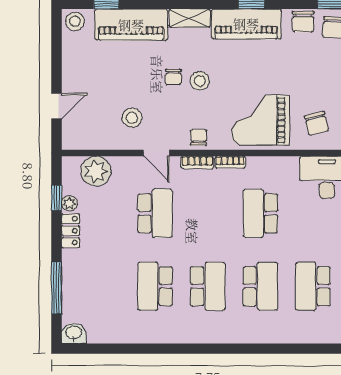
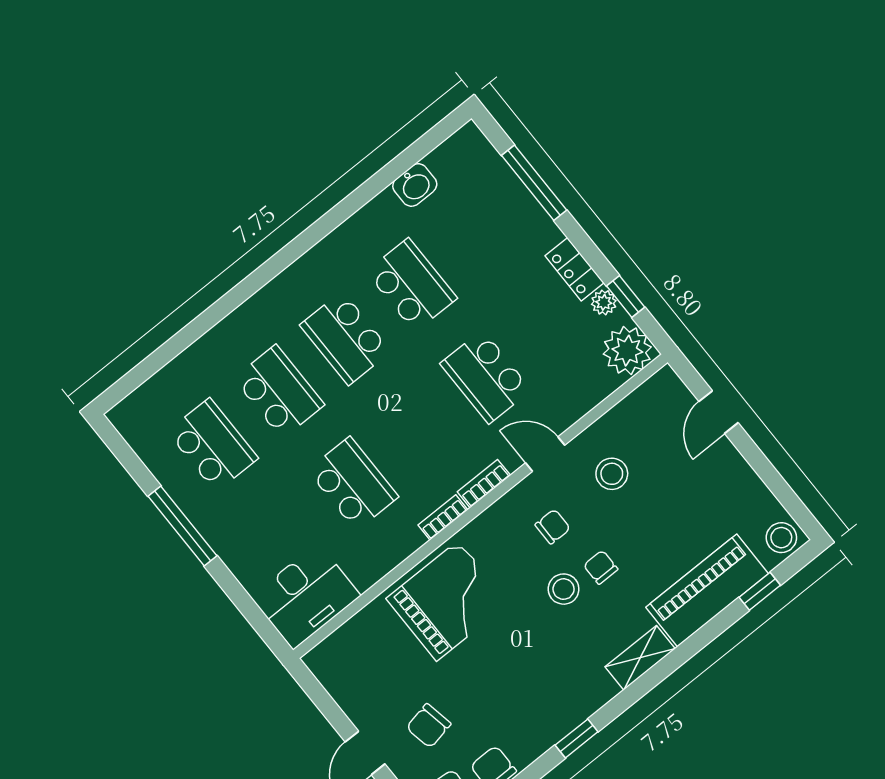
piano: (246, 24) -> (562, 708), removed
chair: (317, 123) -> (429, 726), moved, turned -87
chair: (199, 137) -> (553, 527), moved, turned -90
plant: (96, 171) -> (627, 351), moved
school desk: (260, 286) -> (279, 392), turned 180
washbasin: (74, 333) -> (415, 185), moved

